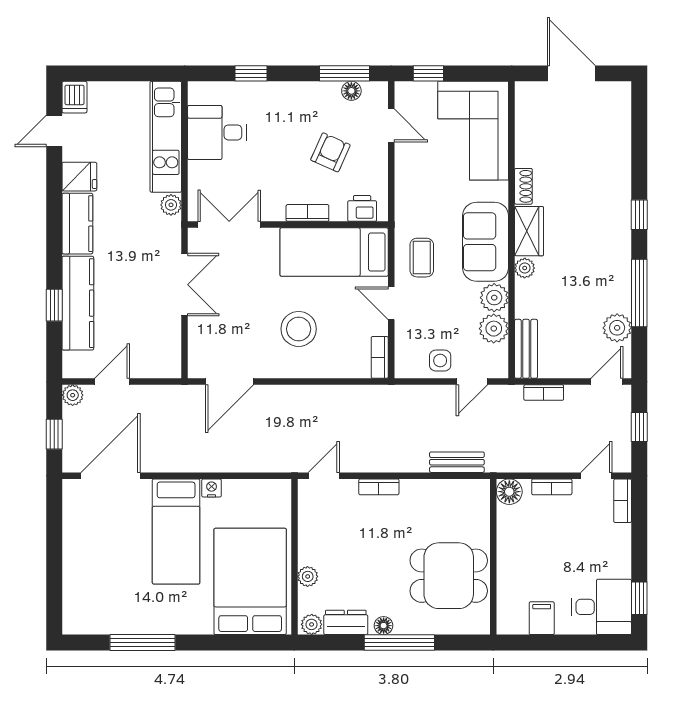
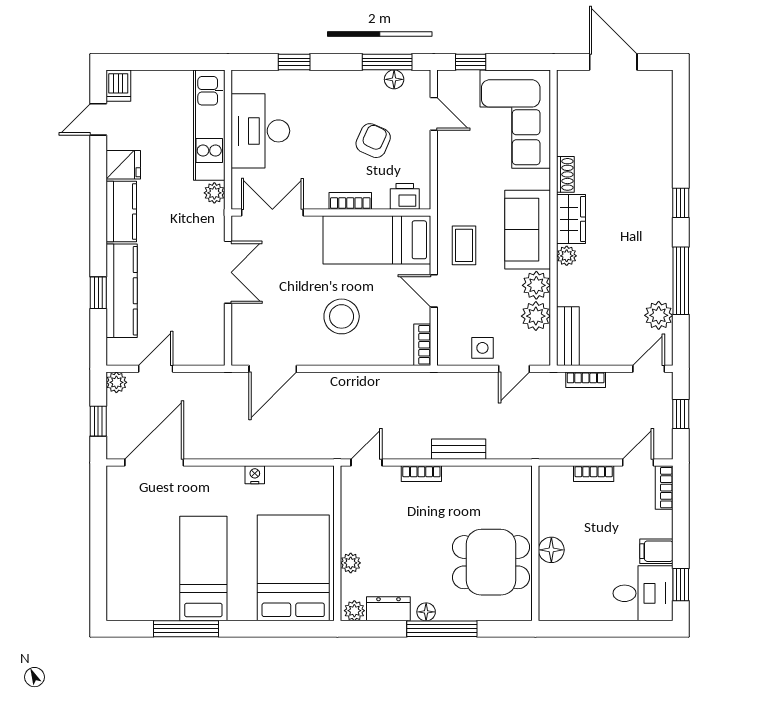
desk: (217, 132) -> (260, 131), width x1.37
bench: (457, 462) -> (459, 449), moved
floor lamp: (509, 492) -> (551, 550), moved
bed: (176, 531) -> (203, 569), moved, turned 180
filing cabinet: (542, 618) -> (656, 551), moved, turned -90

